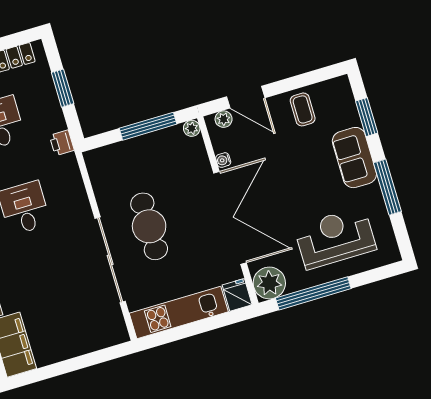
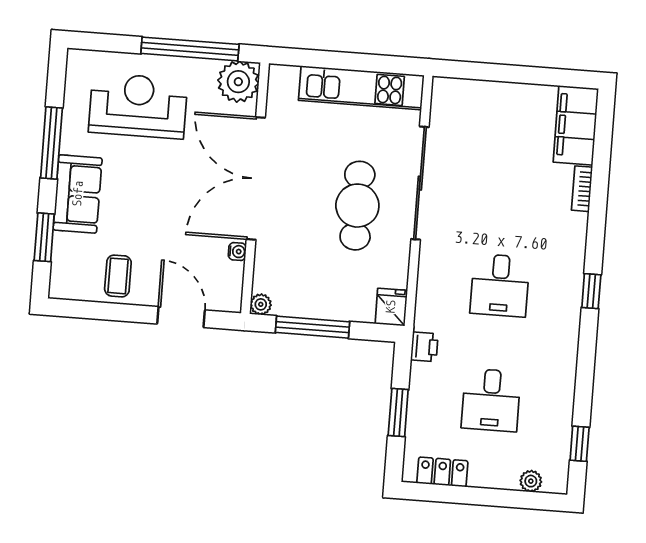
plant: (224, 119) -> (218, 301), removed
reception desk: (335, 238) -> (138, 106), turned 180
fridge: (237, 295) -> (391, 307), moved, turned 180

